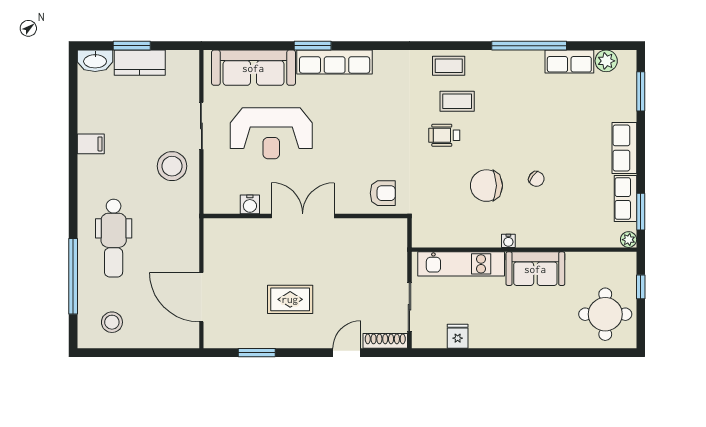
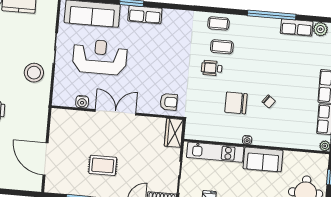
row of seats: (335, 62) -> (145, 15), width x0.68
reception desk: (271, 133) -> (100, 57), turned 180
wardrobe: (395, 240) -> (174, 133), added

